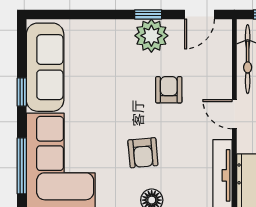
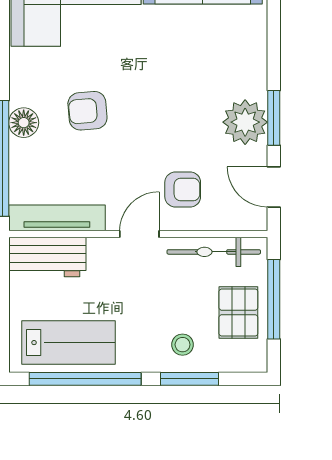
window: (148, 14) -> (274, 118), width x1.50
armchair: (169, 90) -> (183, 189), moved

